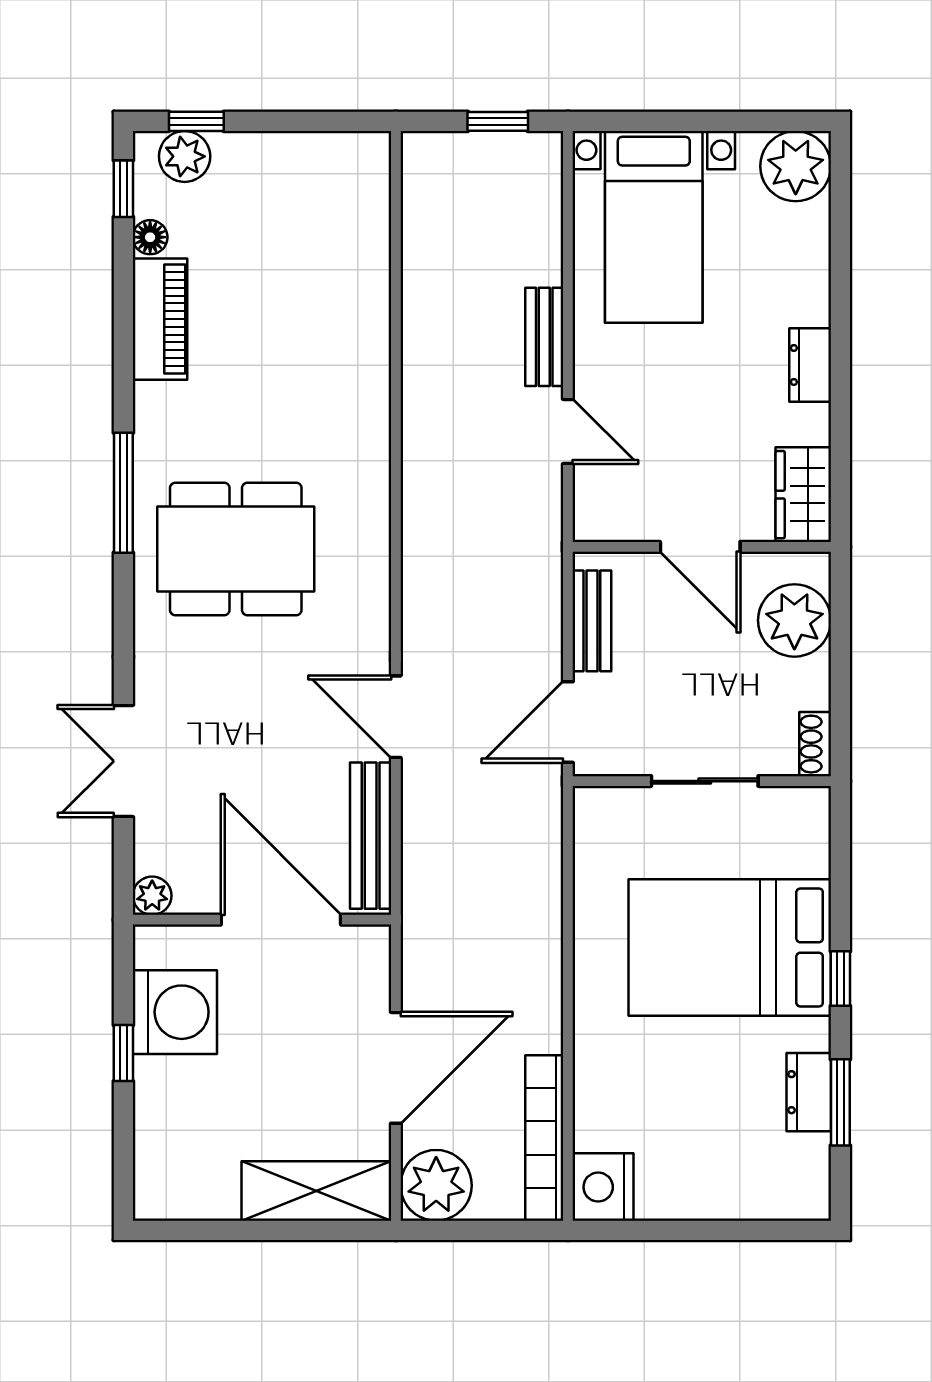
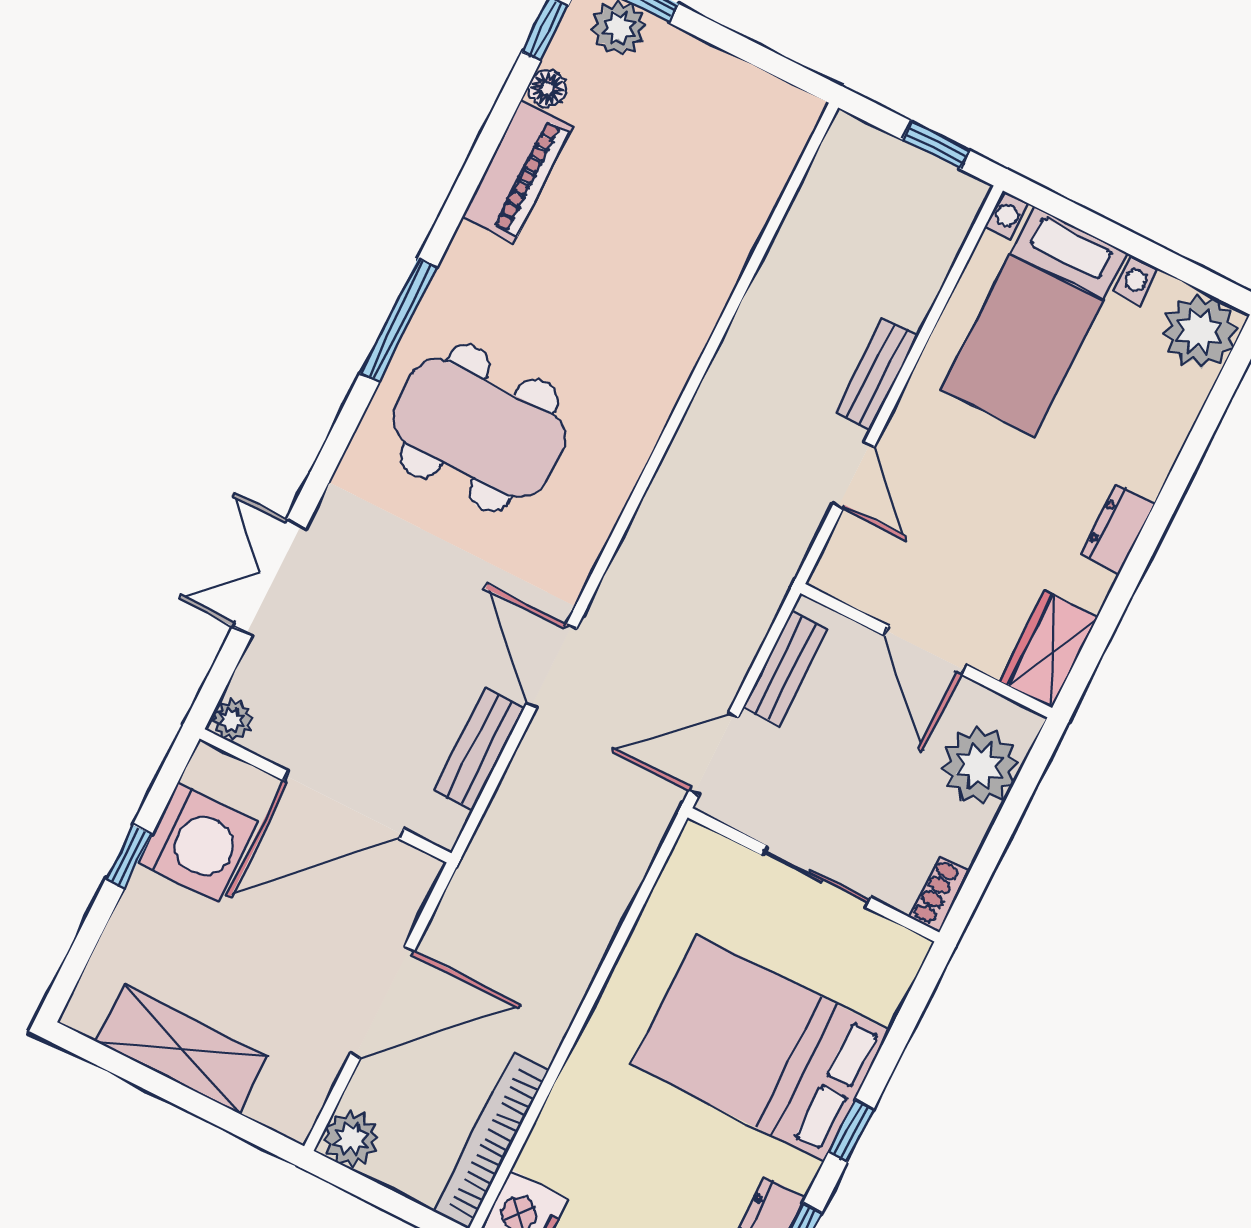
bench: (371, 836) -> (479, 749), width x0.73
door: (281, 920) -> (344, 805), swing flipped
plant: (436, 1185) -> (351, 1139), width x0.73, depth x0.73
shelving: (316, 1191) -> (182, 1049), moved

